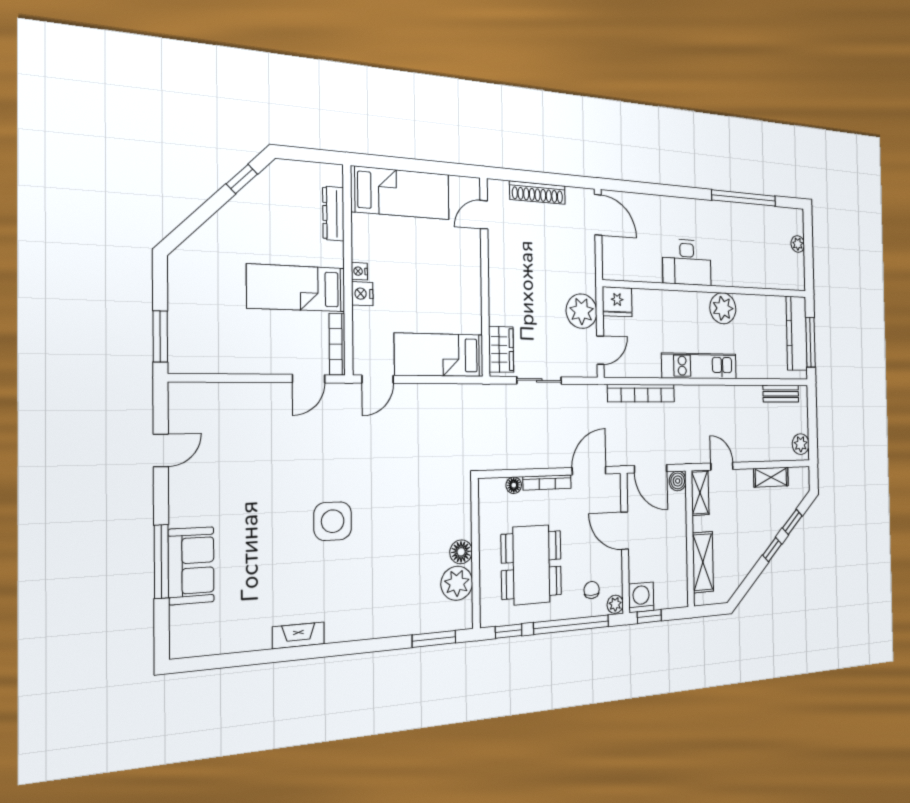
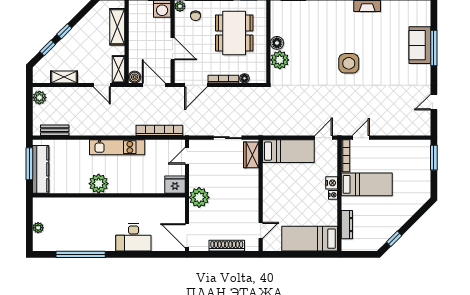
desk: (687, 262) -> (133, 237), moved, turned 180
plant: (582, 311) -> (199, 197), moved
plant: (457, 583) -> (280, 60), moved

